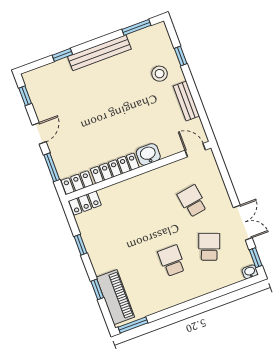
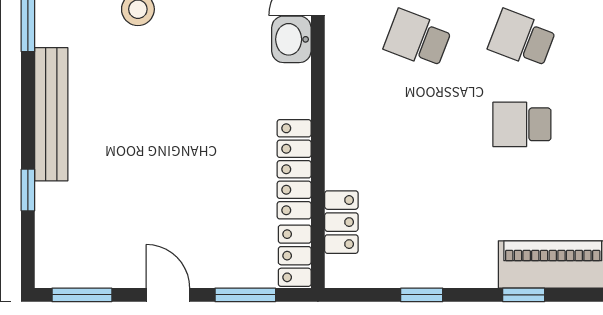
window: (25, 96) -> (82, 295), width x1.50
washbasin: (148, 154) -> (291, 39), moved
school desk: (192, 201) -> (418, 39), turned 30
locker: (85, 203) -> (341, 222), moved

